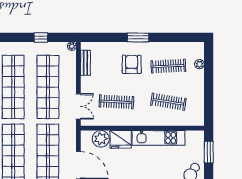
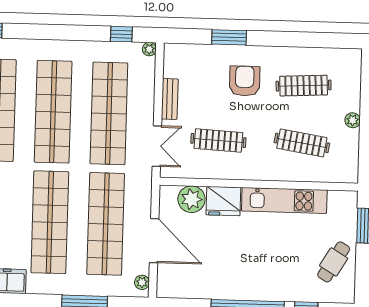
window: (41, 37) -> (121, 34), moved
window: (138, 37) -> (229, 37), moved
bench: (85, 63) -> (170, 99), moved
plant: (199, 64) -> (353, 120), moved

